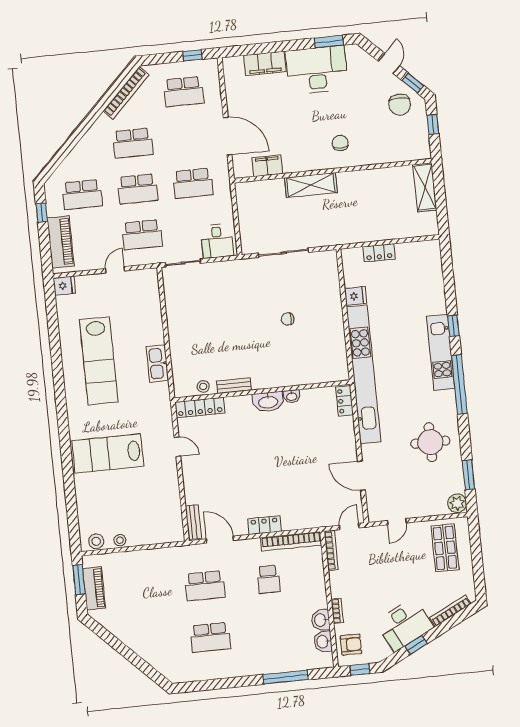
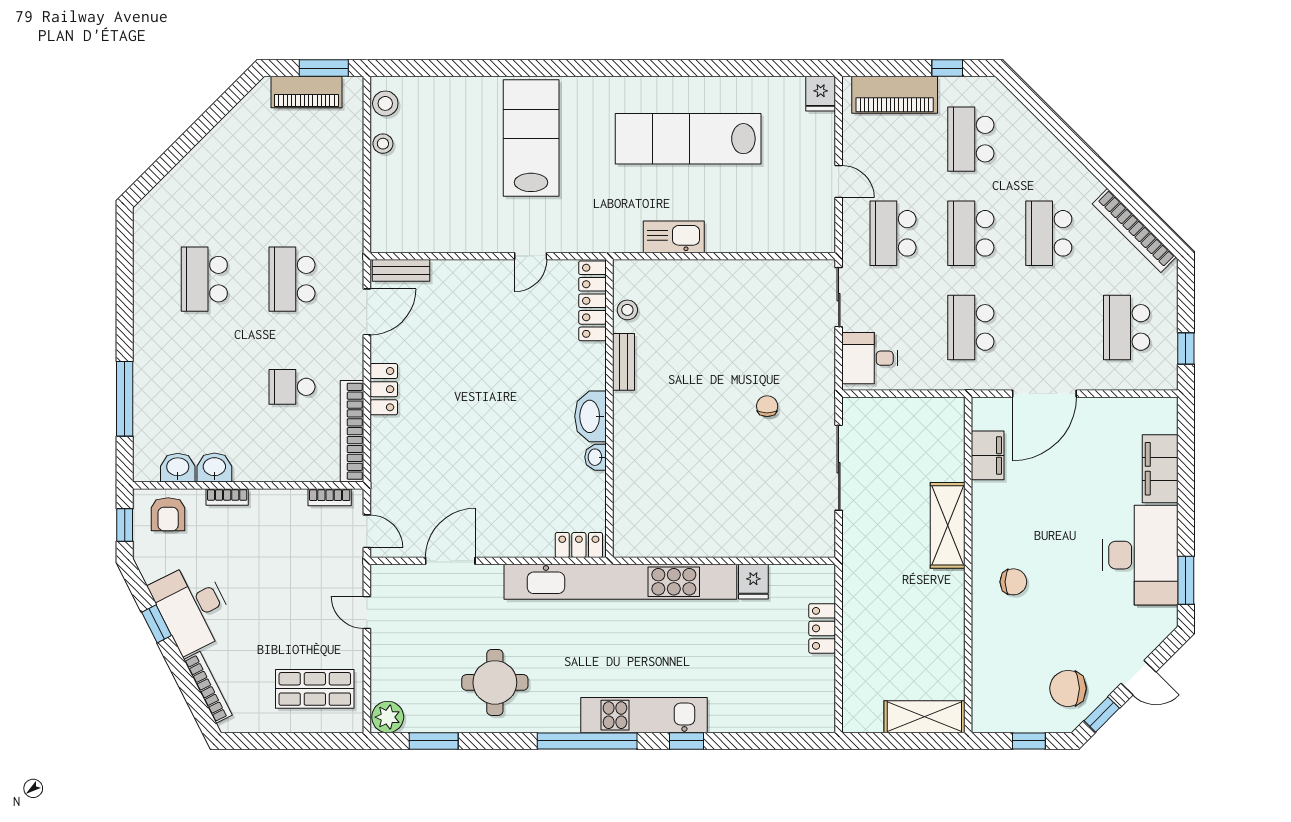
chair: (288, 319) -> (767, 406), moved
bookcase: (331, 550) -> (330, 497), width x0.64

